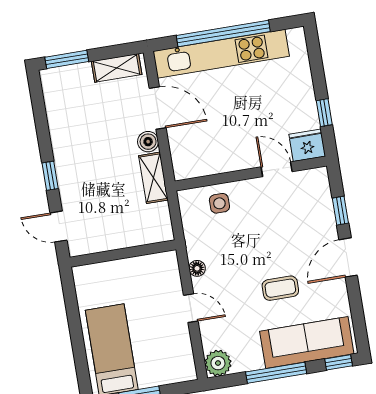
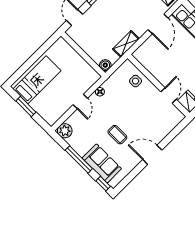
boiler: (148, 142) -> (105, 65), moved
window: (340, 211) -> (170, 137), removed
sofa: (307, 343) -> (102, 163), width x0.73

